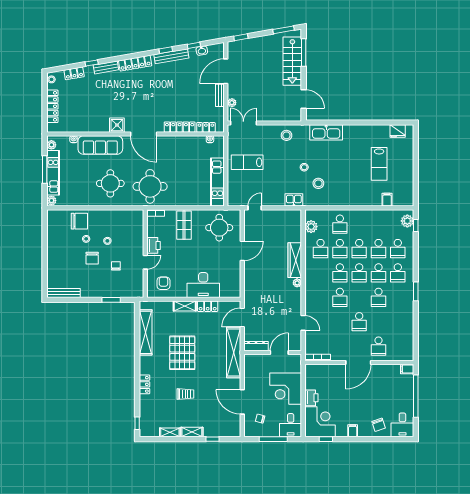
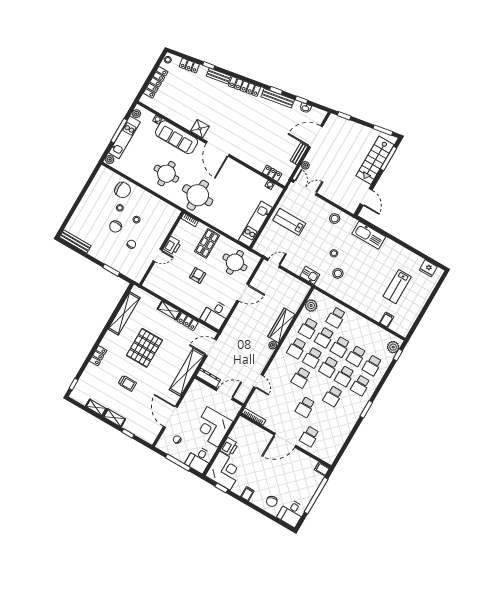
locker: (180, 127) -> (251, 160), removed
school desk: (321, 273) -> (297, 348), added
armchair: (163, 283) -> (198, 275), moved
desk: (203, 285) -> (215, 314), moved, width x0.73

